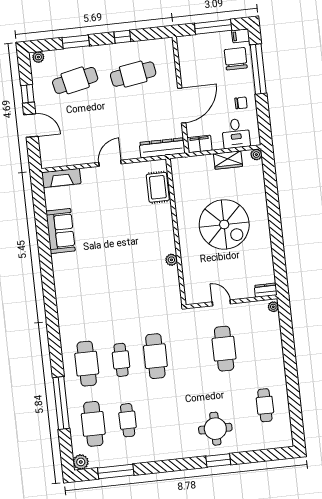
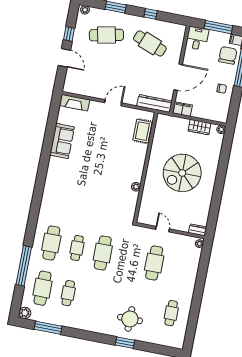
cafe table: (133, 74) -> (150, 43), turned 30
desk: (236, 133) -> (197, 38), moved, turned 180
spiral stairs: (224, 224) -> (182, 173), turned 90

